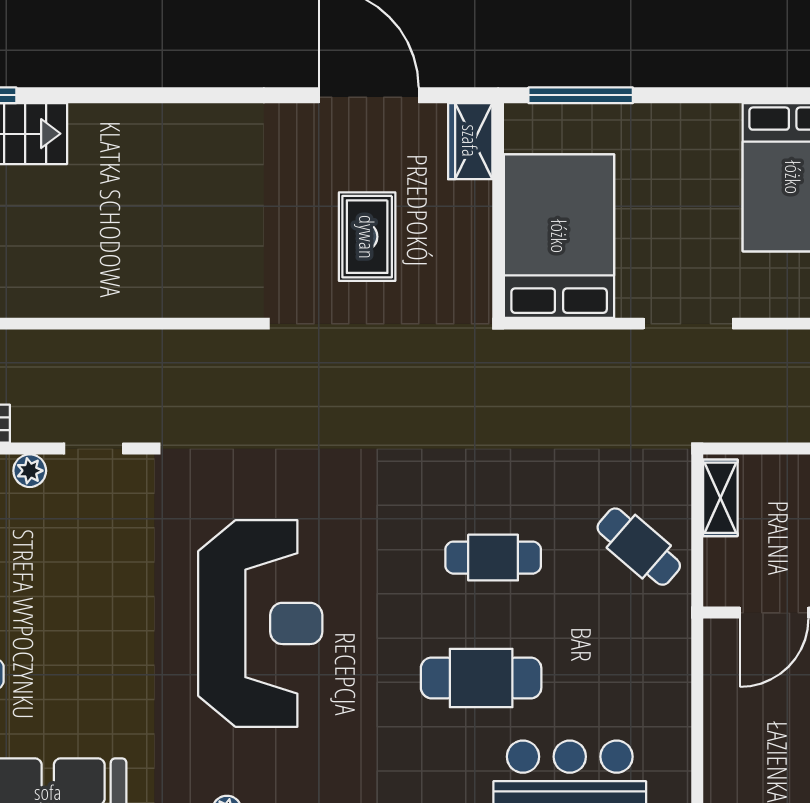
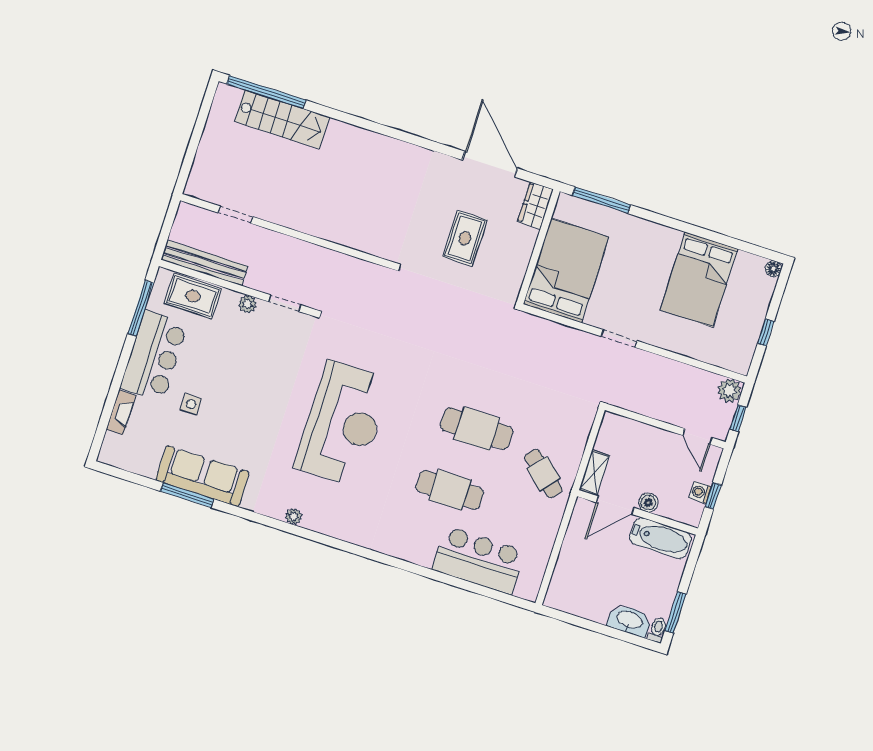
doorway: (688, 324) -> (619, 339), width x0.73
shelving: (720, 498) -> (594, 473), moved
cafe table: (639, 547) -> (544, 473), moved
cafe table: (493, 558) -> (477, 429), width x1.37, depth x1.35

